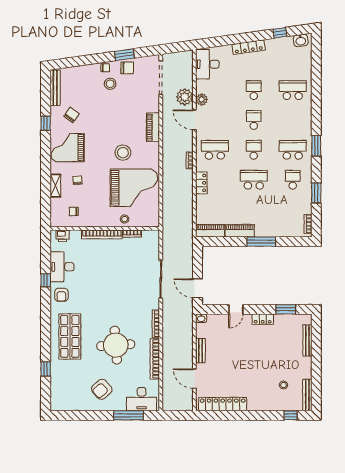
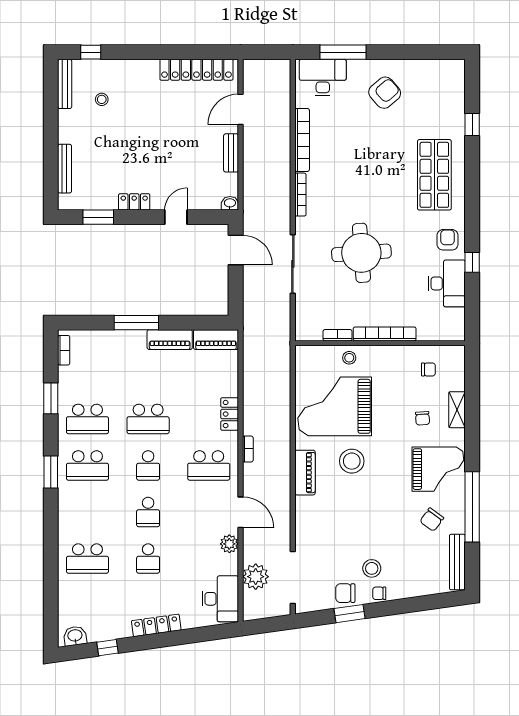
plant: (185, 97) -> (256, 577), moved
window: (46, 123) -> (472, 507), width x3.17
piano: (153, 127) -> (305, 473), moved
school desk: (293, 180) -> (87, 419), width x1.85
printer: (63, 236) -> (446, 332), removed
round table: (116, 345) -> (361, 253), moved
door: (194, 379) -> (241, 109), swing flipped

